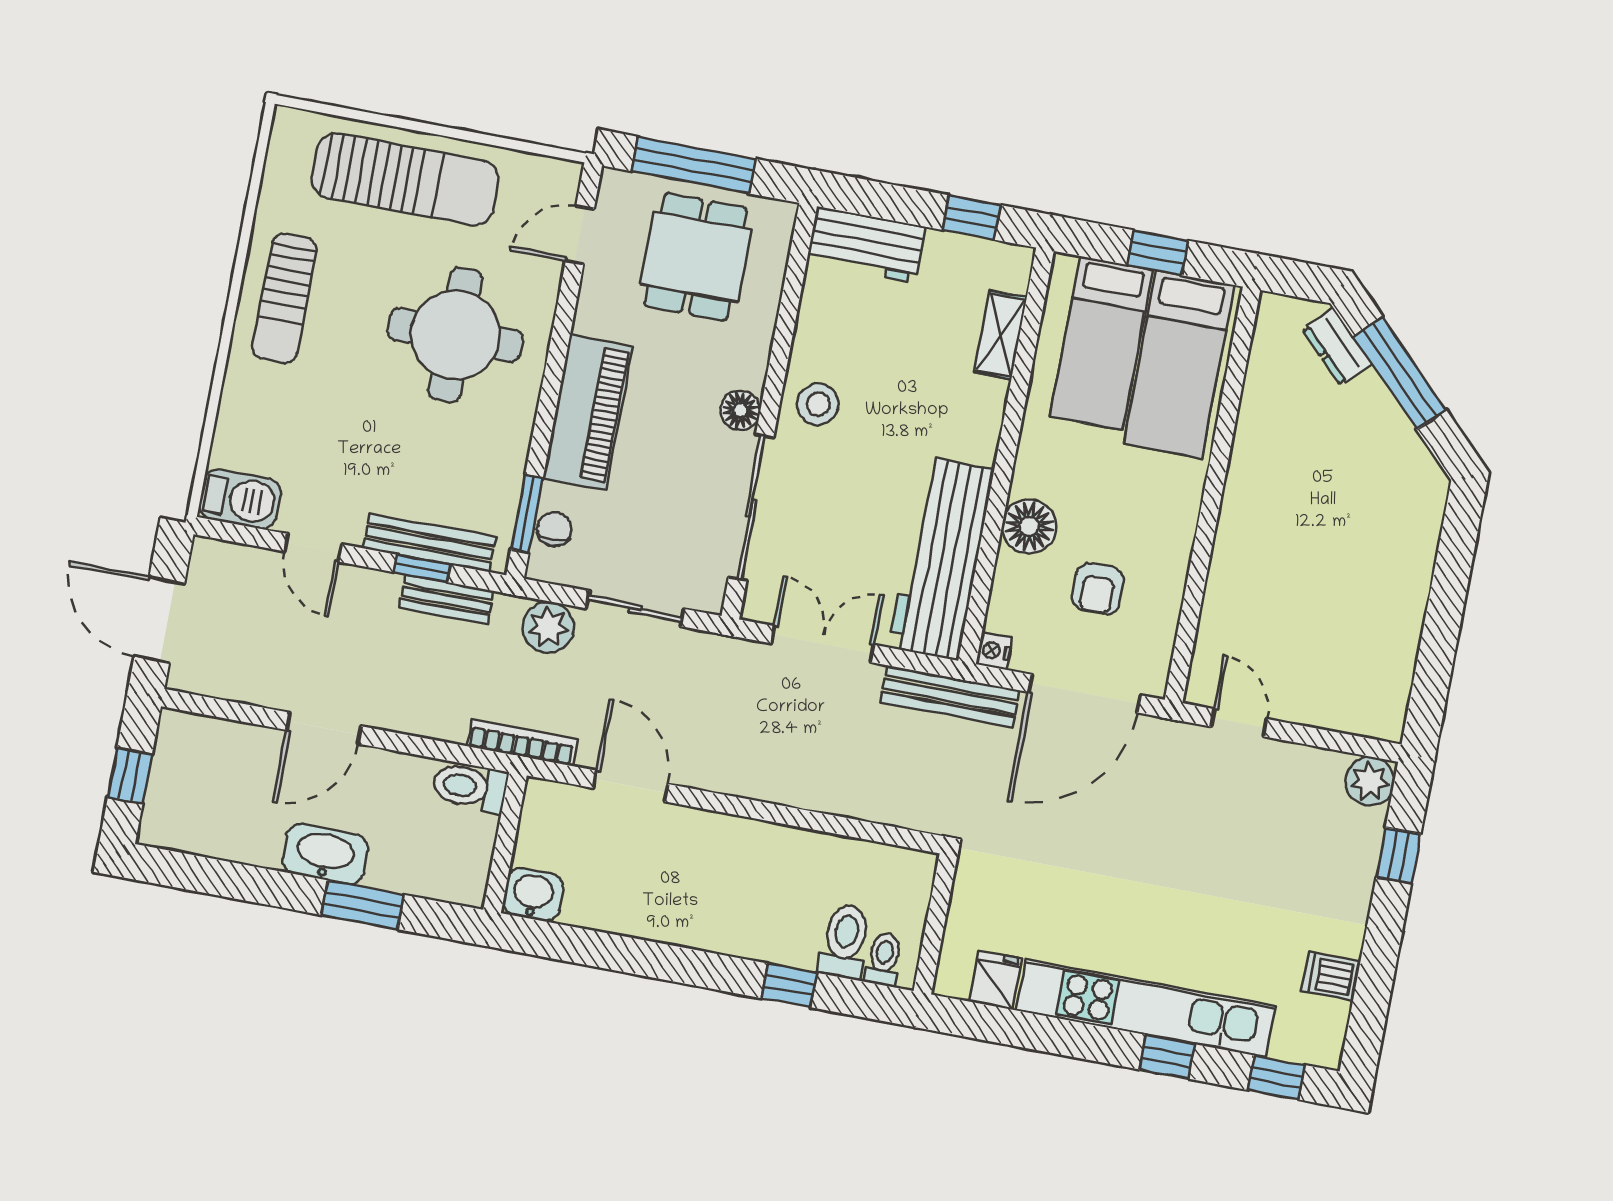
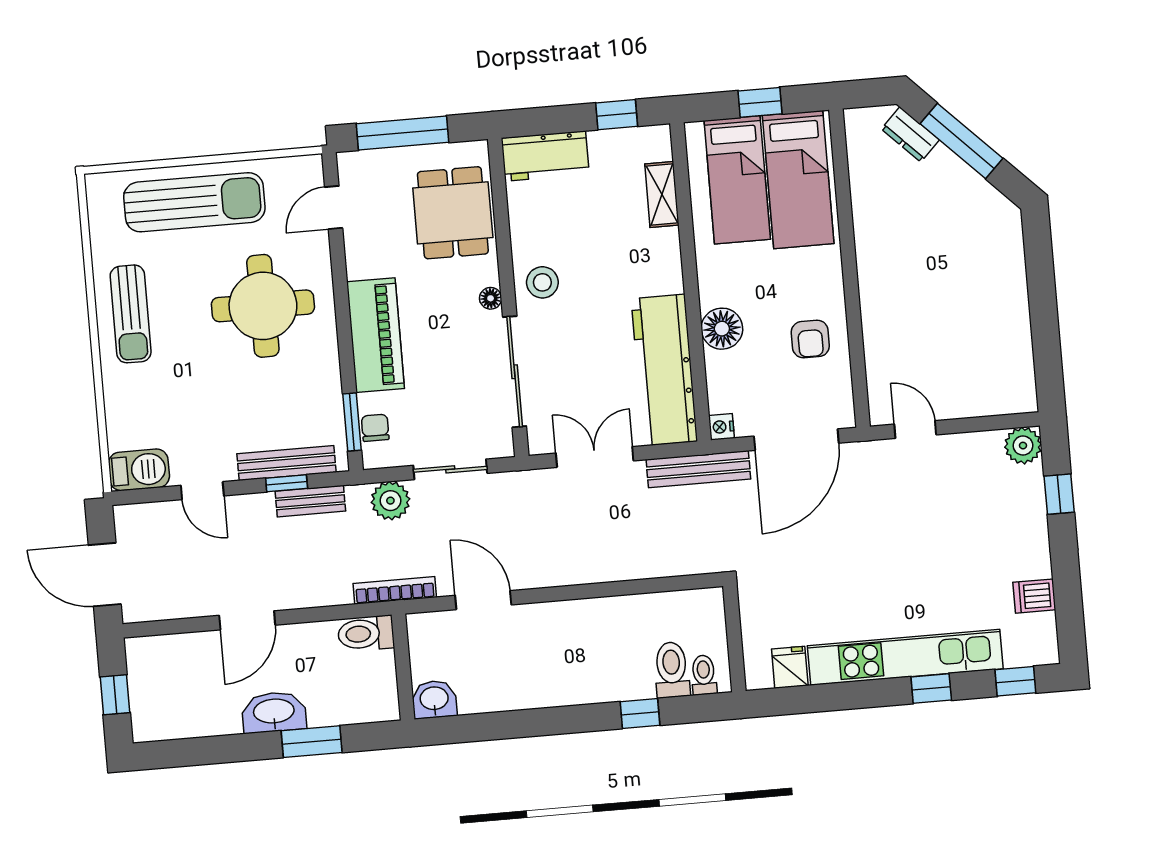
dining table: (696, 257) -> (453, 213), moved
floor lamp: (740, 410) -> (491, 298), width x0.73, depth x0.73
armchair: (1098, 589) -> (810, 339), moved

